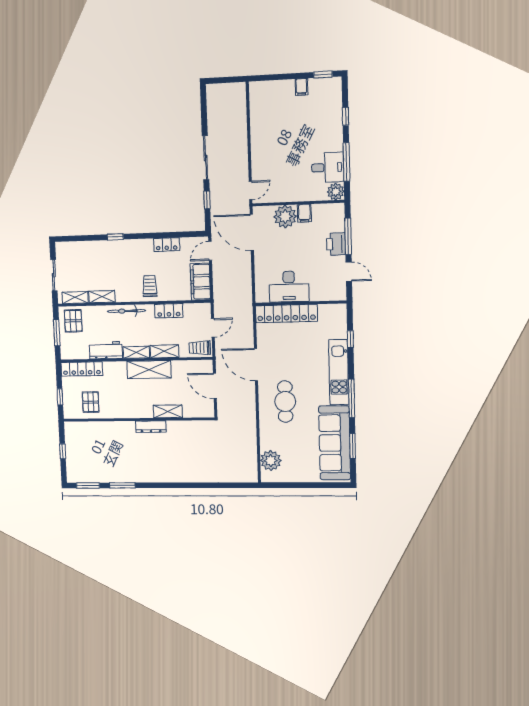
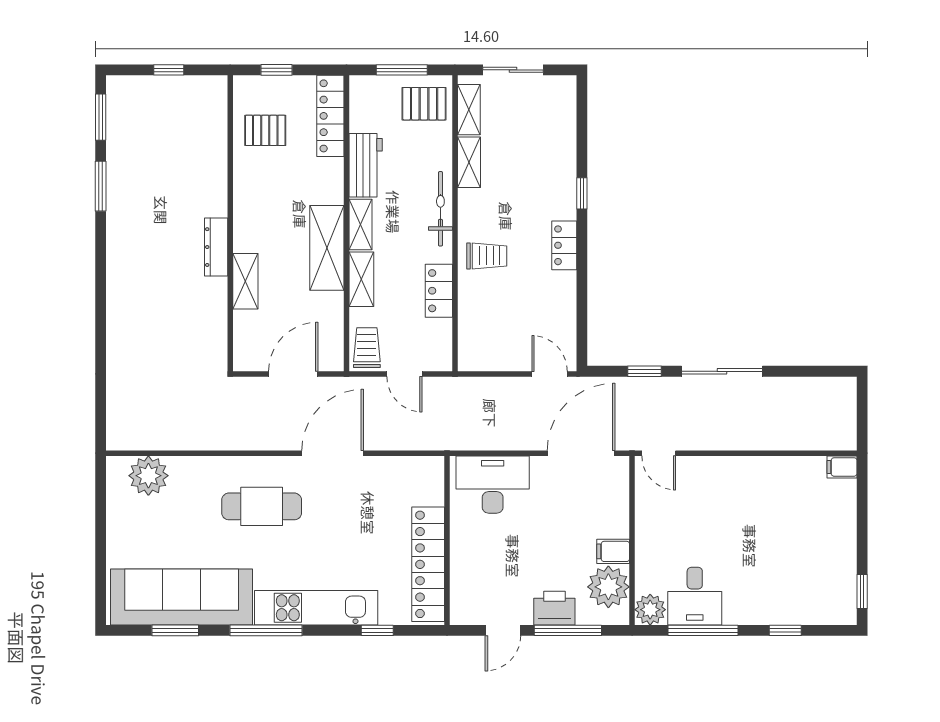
filing cabinet: (301, 87) -> (842, 467), moved
plant: (285, 216) -> (608, 587), moved
locker: (167, 245) -> (564, 245), moved
filing cabinet: (200, 282) -> (492, 353), removed
desk: (289, 287) -> (493, 485), moved, turned 90
locker: (286, 314) -> (428, 564), moved

